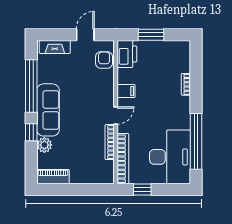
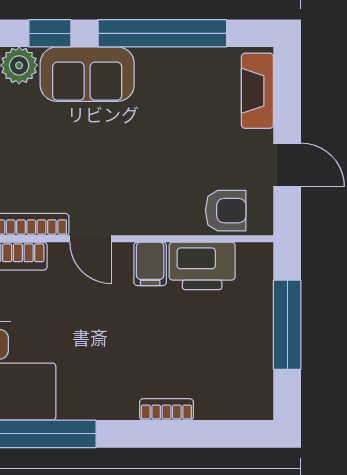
window: (151, 35) -> (287, 325), width x1.44
printer: (127, 54) -> (202, 266), moved
sofa: (48, 110) -> (87, 74), width x0.73

